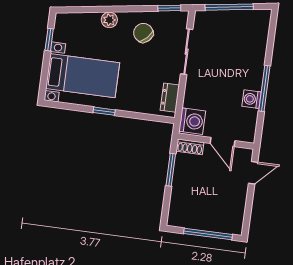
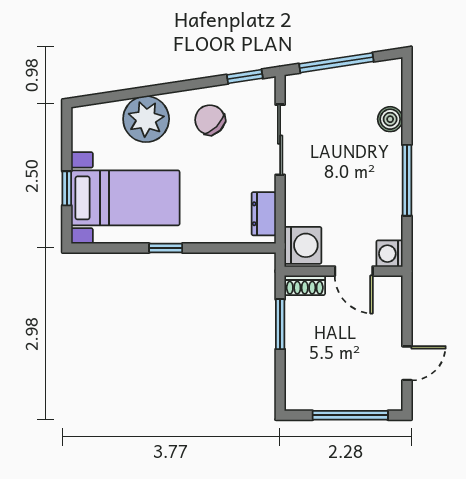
plant: (109, 20) -> (146, 119), width x1.88, depth x1.88
window: (49, 40) -> (67, 188), moved
boiler: (259, 48) -> (390, 119), added
washing machine: (252, 99) -> (389, 254), moved
door: (253, 173) -> (407, 363), moved

